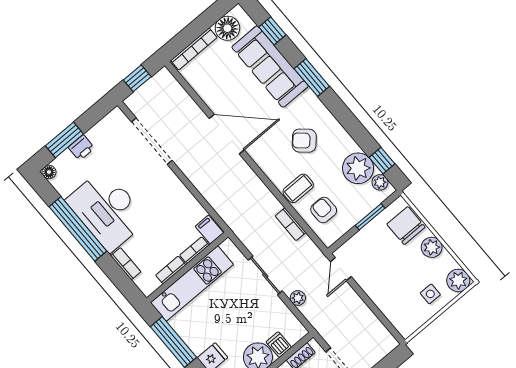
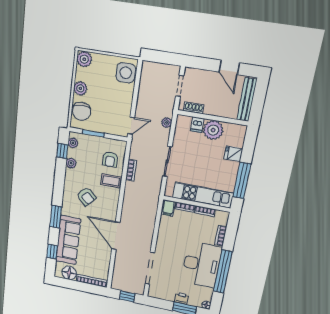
plant: (358, 168) -> (71, 163), width x0.53, depth x0.53
side table: (430, 294) -> (126, 73), moved, width x1.87, depth x1.87
plant: (298, 298) -> (167, 123), moved

